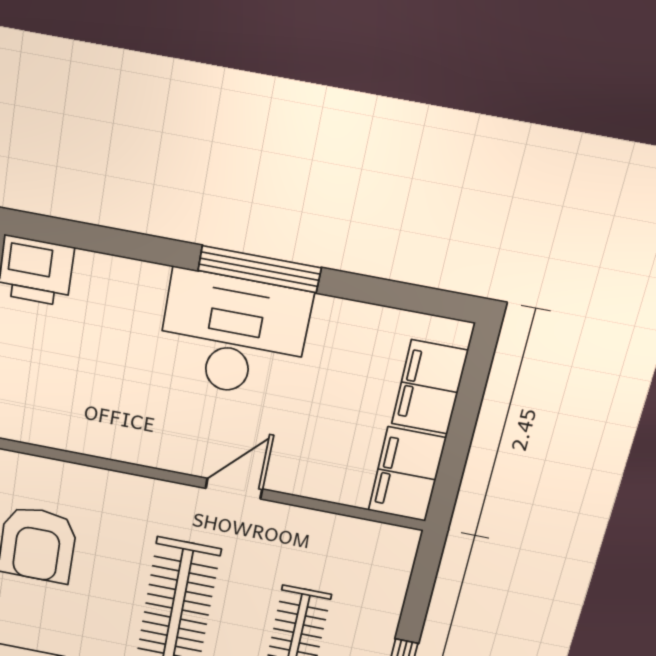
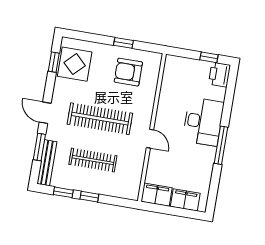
desk: (233, 335) -> (203, 122), moved

